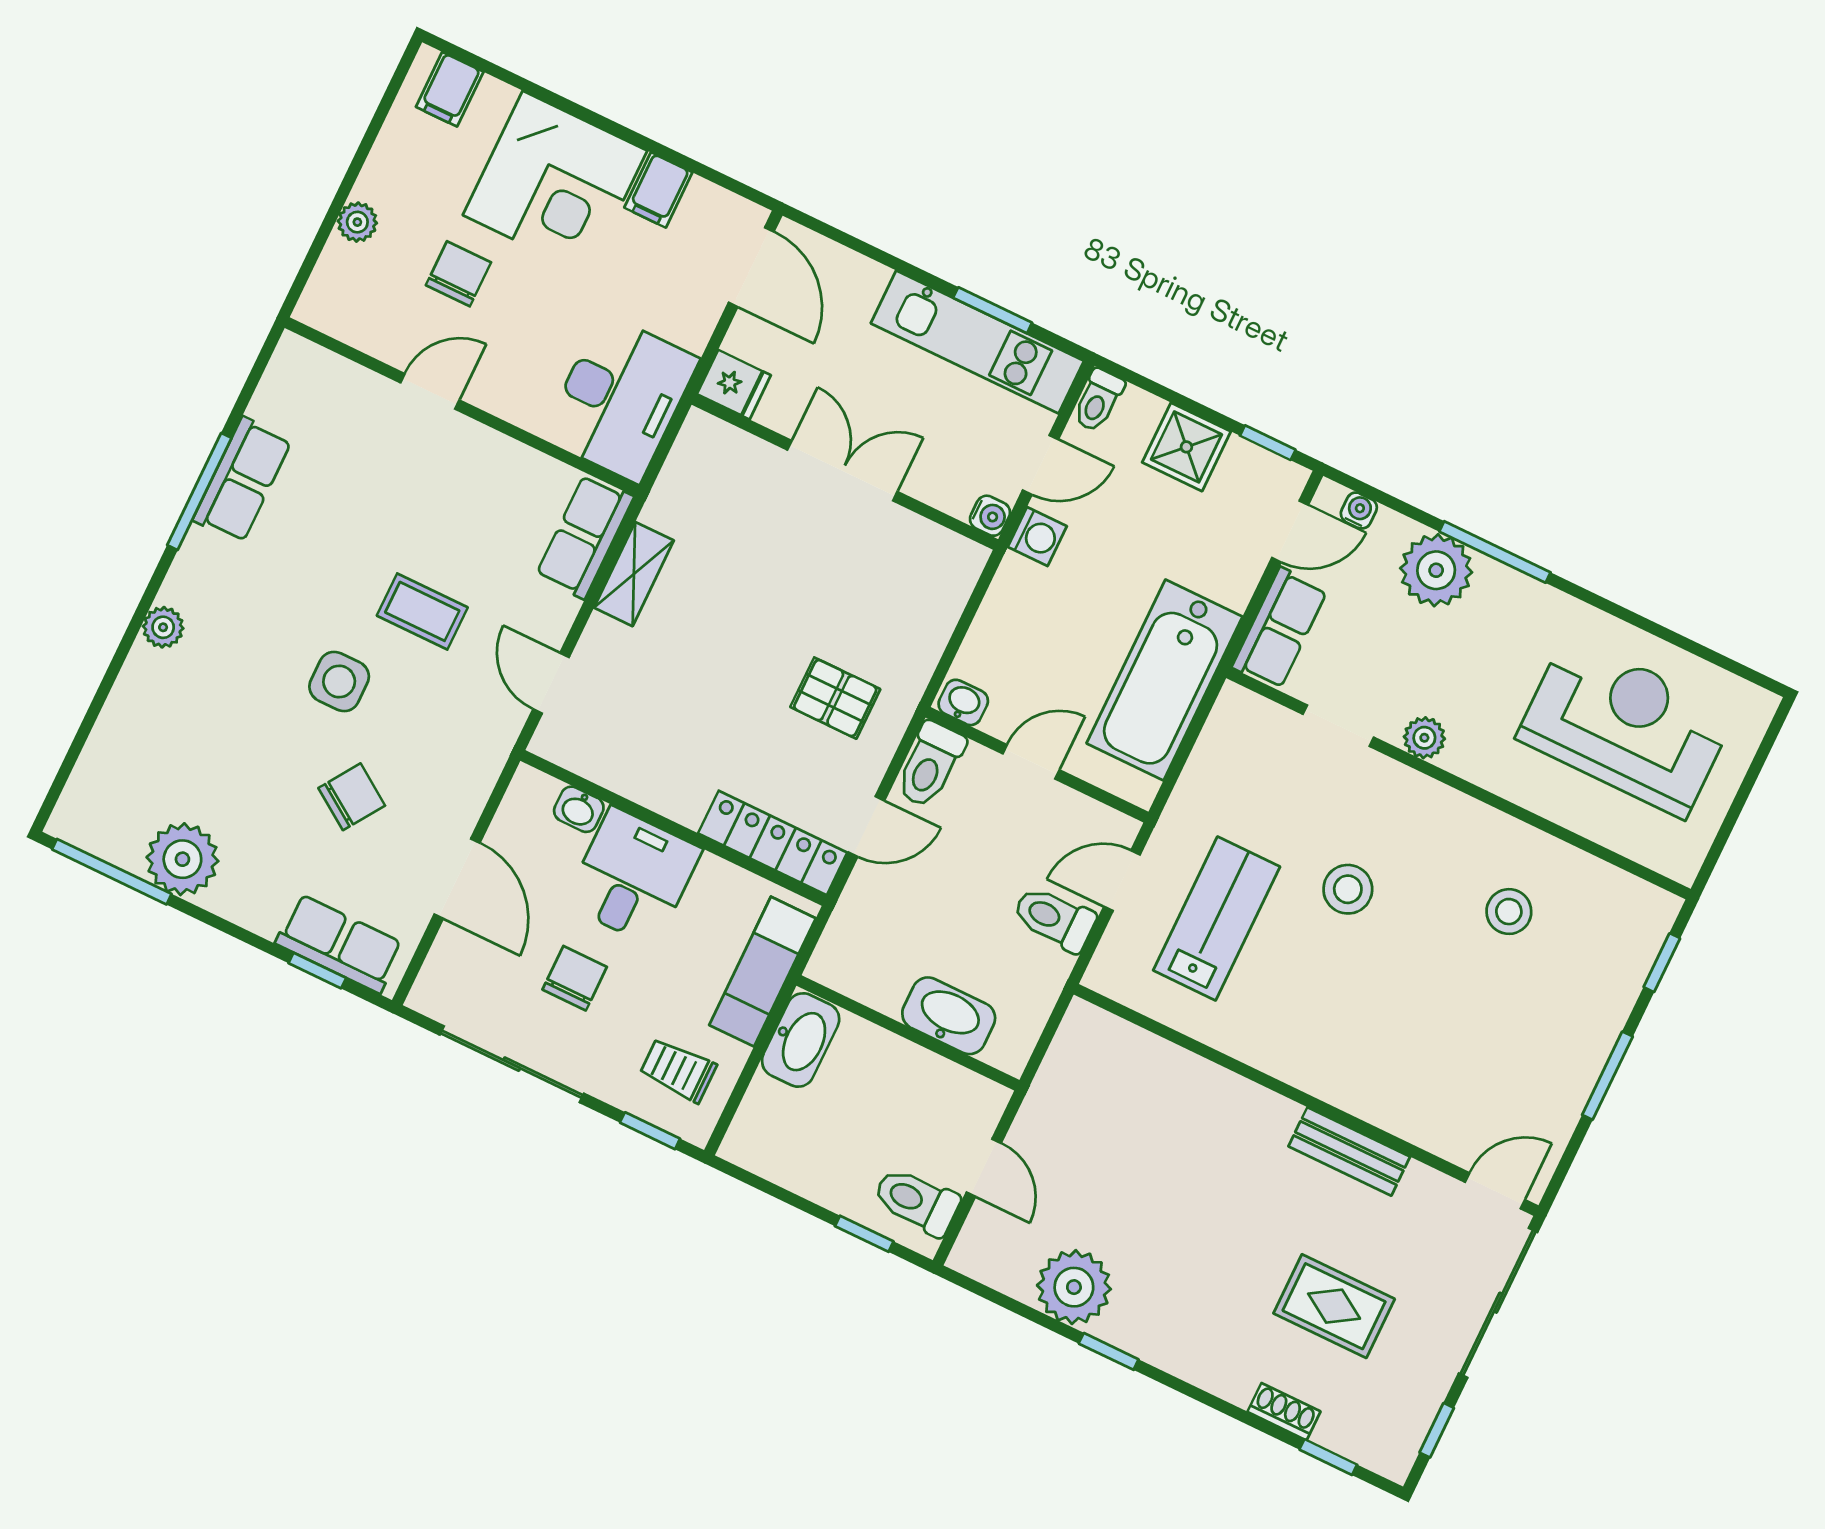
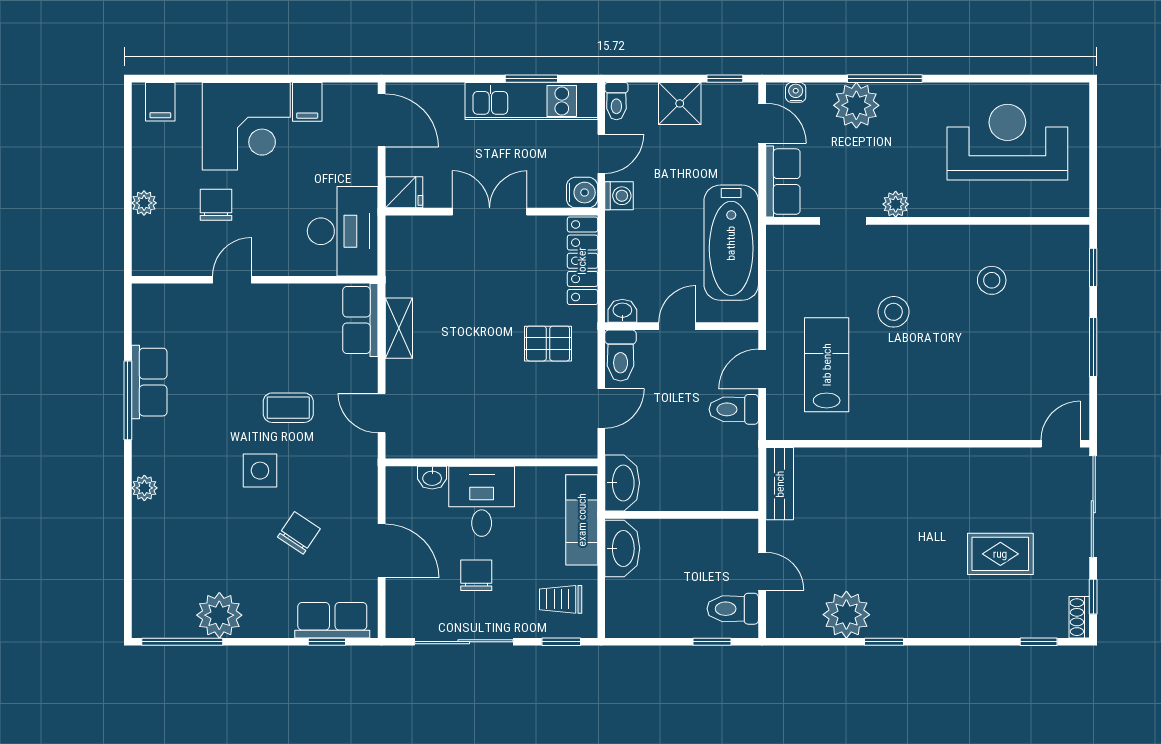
water cooler: (990, 516) -> (582, 193), width x1.38, depth x1.38
door: (1290, 531) -> (762, 123), hinge flipped
locker: (773, 843) -> (582, 261), moved, turned -90
washbasin: (949, 1016) -> (622, 483), moved, turned 90
bench: (1349, 1151) -> (780, 484), moved, turned 90
shoe rack: (1284, 1412) -> (1079, 617), moved, turned -90

